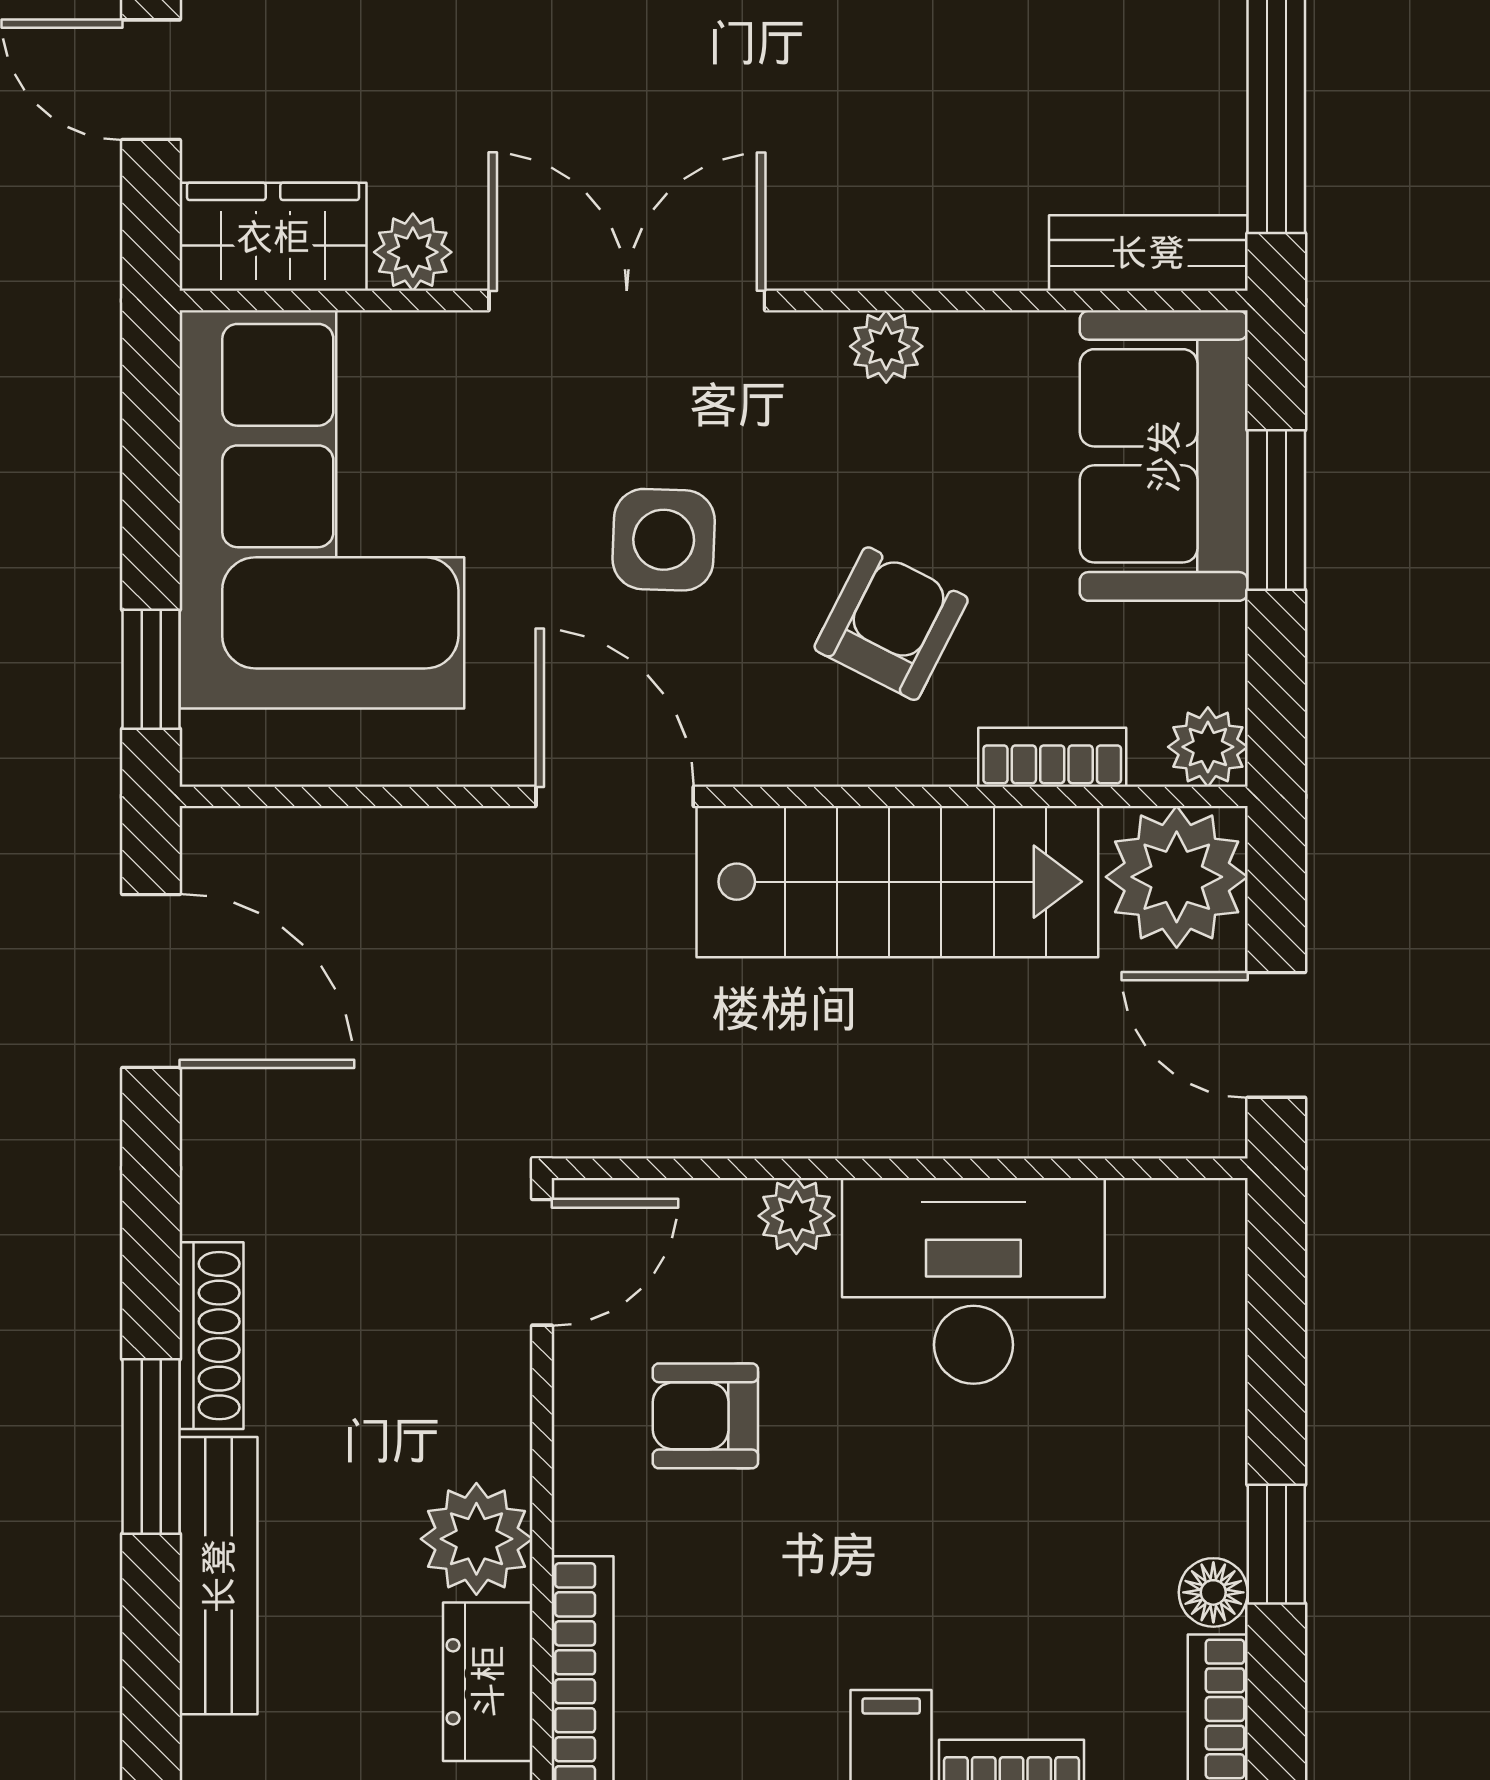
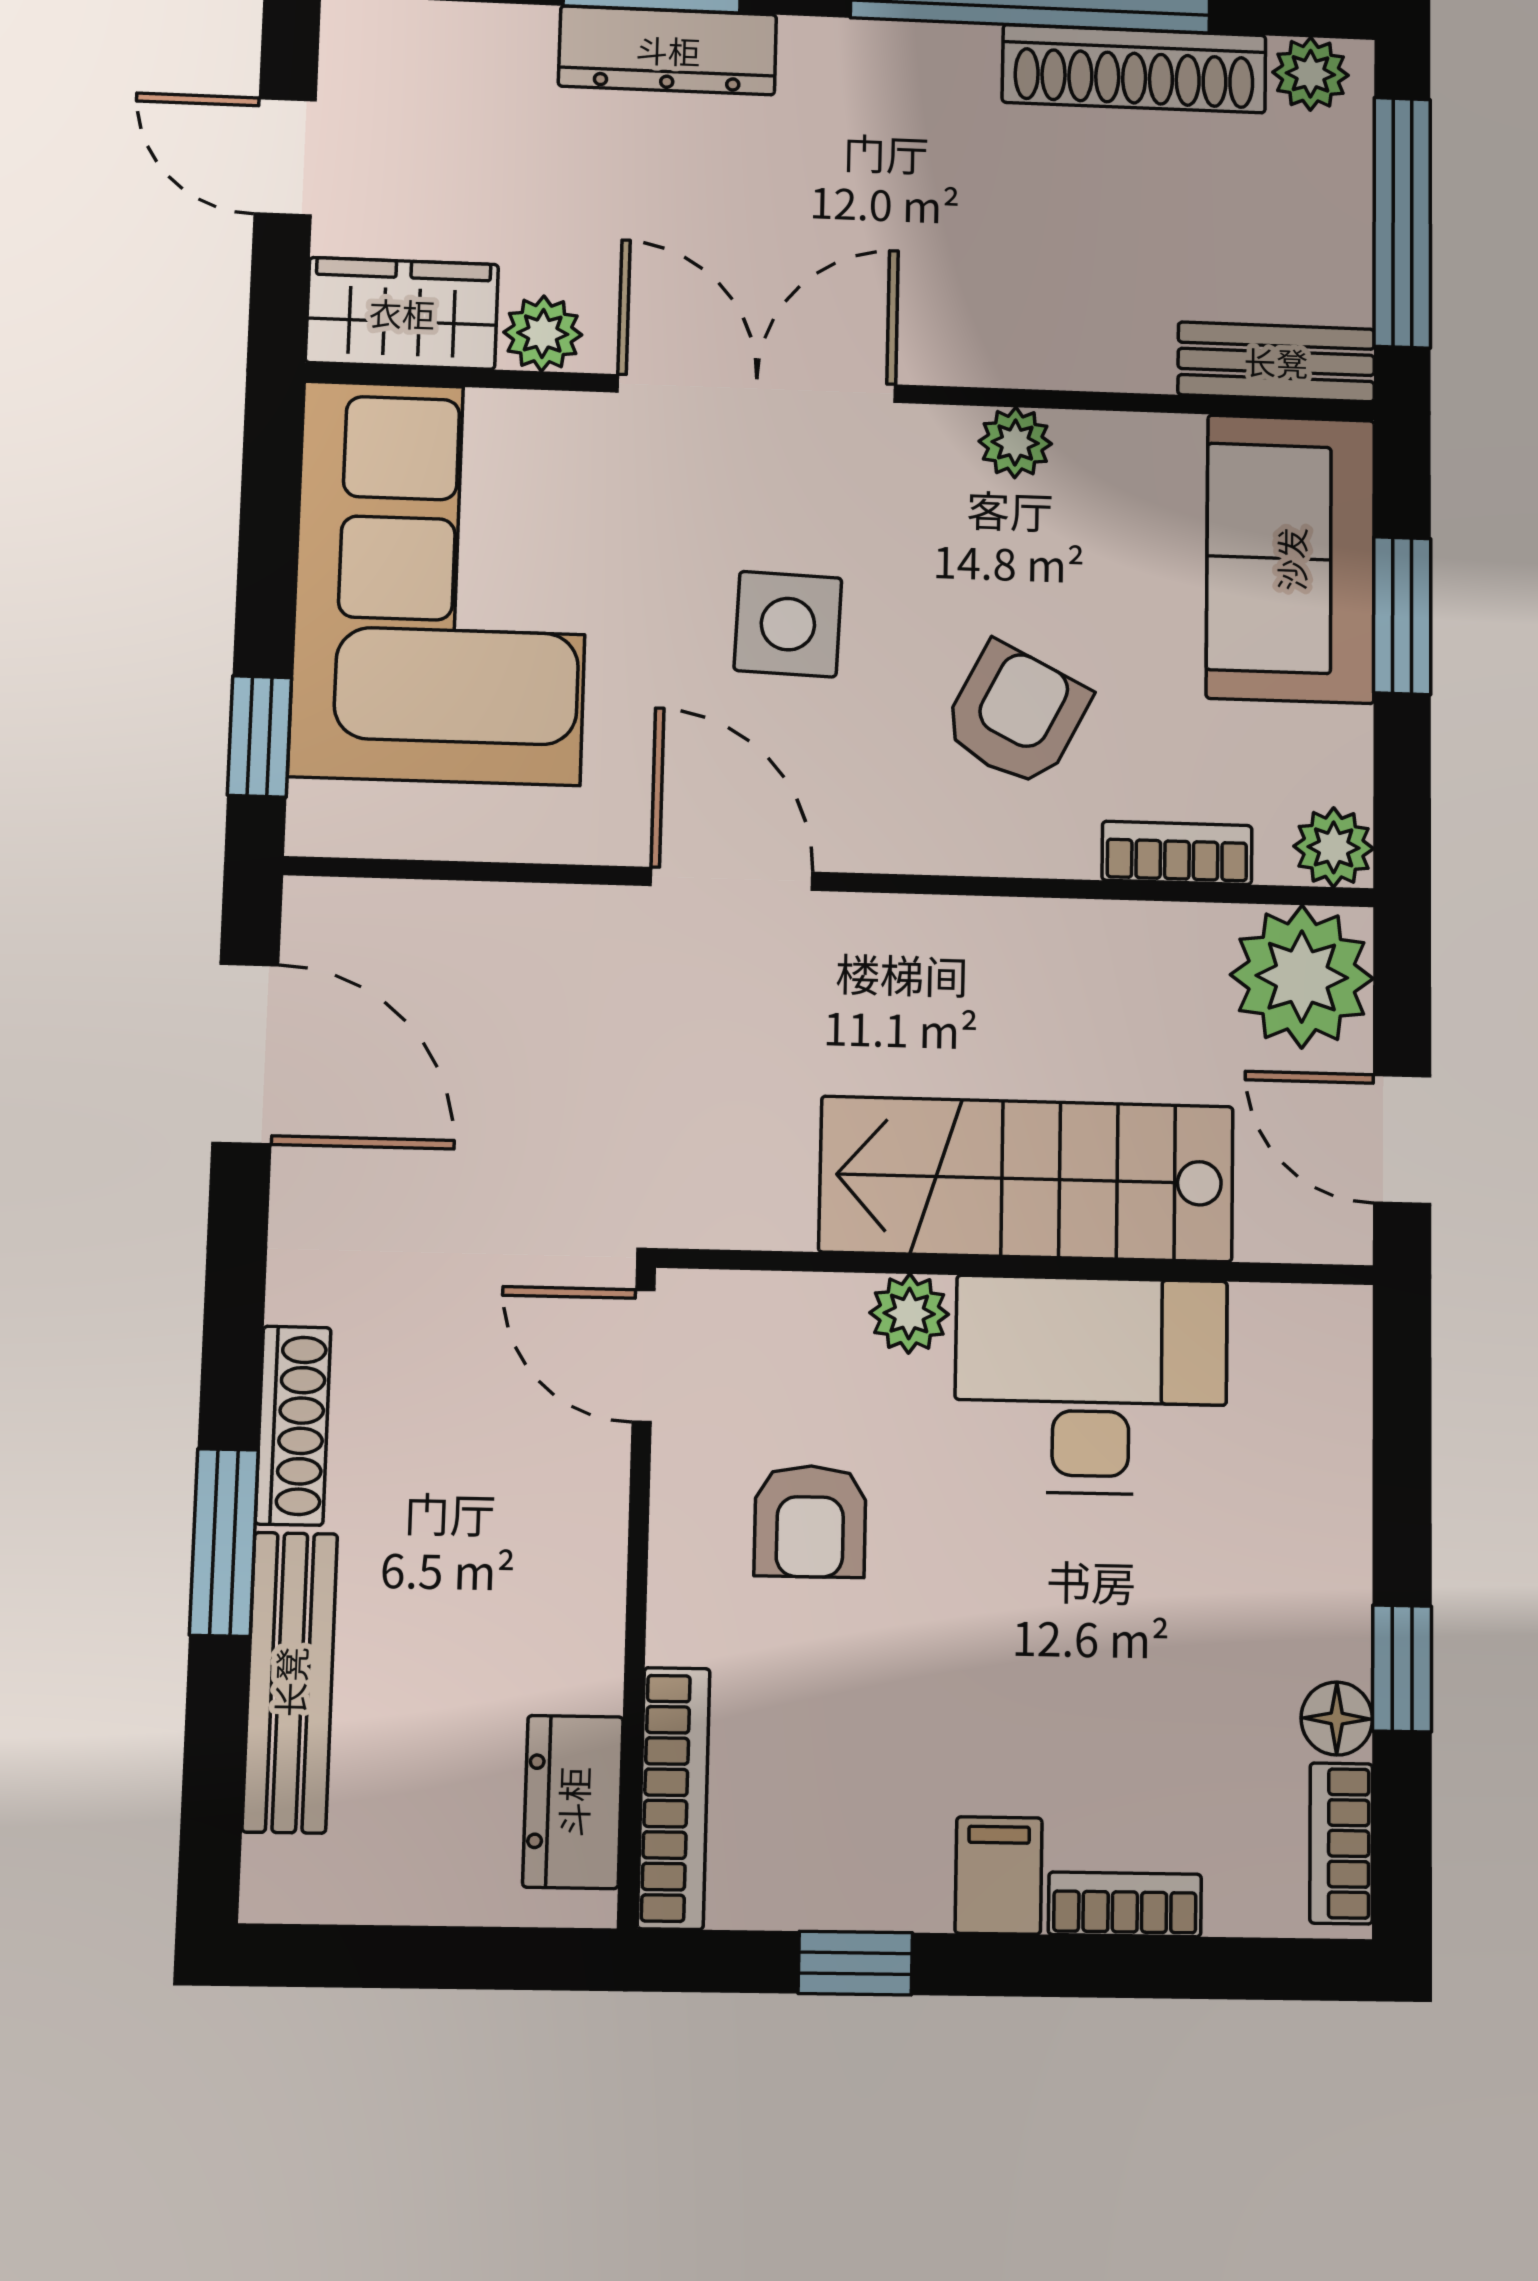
stairs: (897, 882) -> (1027, 1179), moved, turned 180
door: (542, 1262) -> (643, 1356), swing flipped
armchair: (705, 1416) -> (810, 1521), turned -90
plant: (476, 1539) -> (566, 1647), removed

